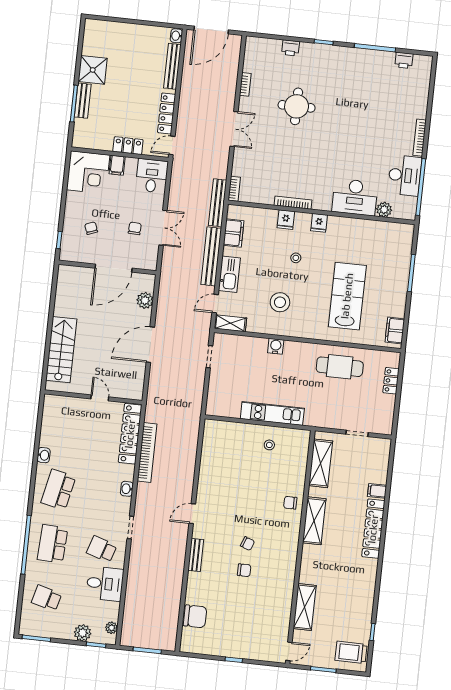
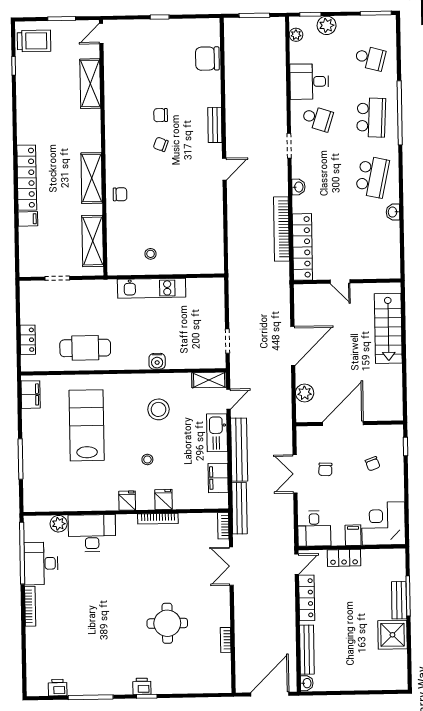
printer: (291, 48) -> (142, 686), moved
double door: (234, 129) -> (231, 566), moved
lab bench: (347, 296) -> (87, 425), turned 180

